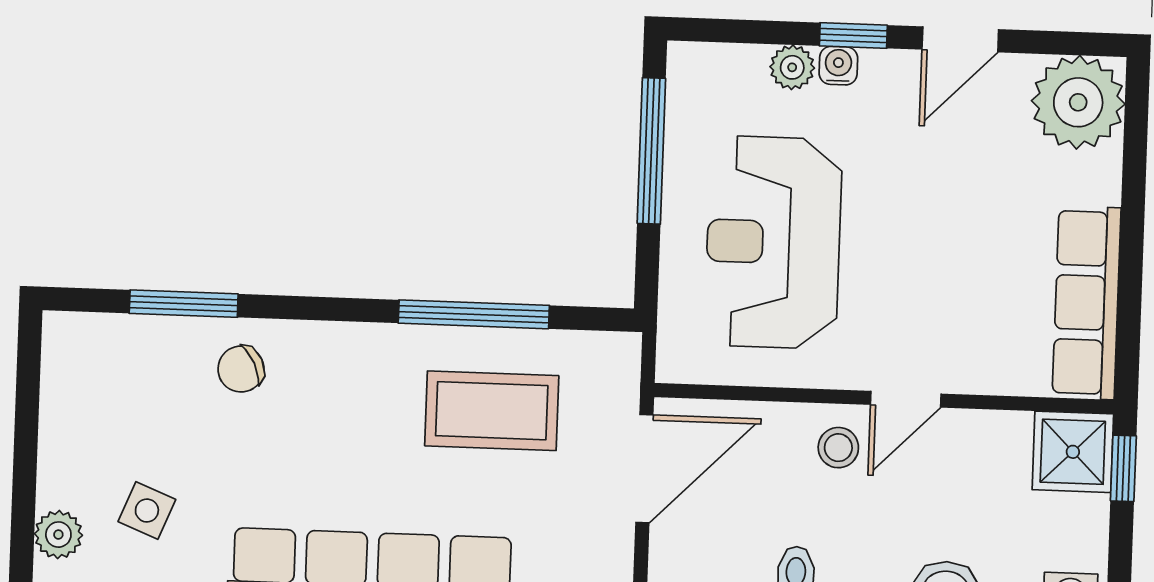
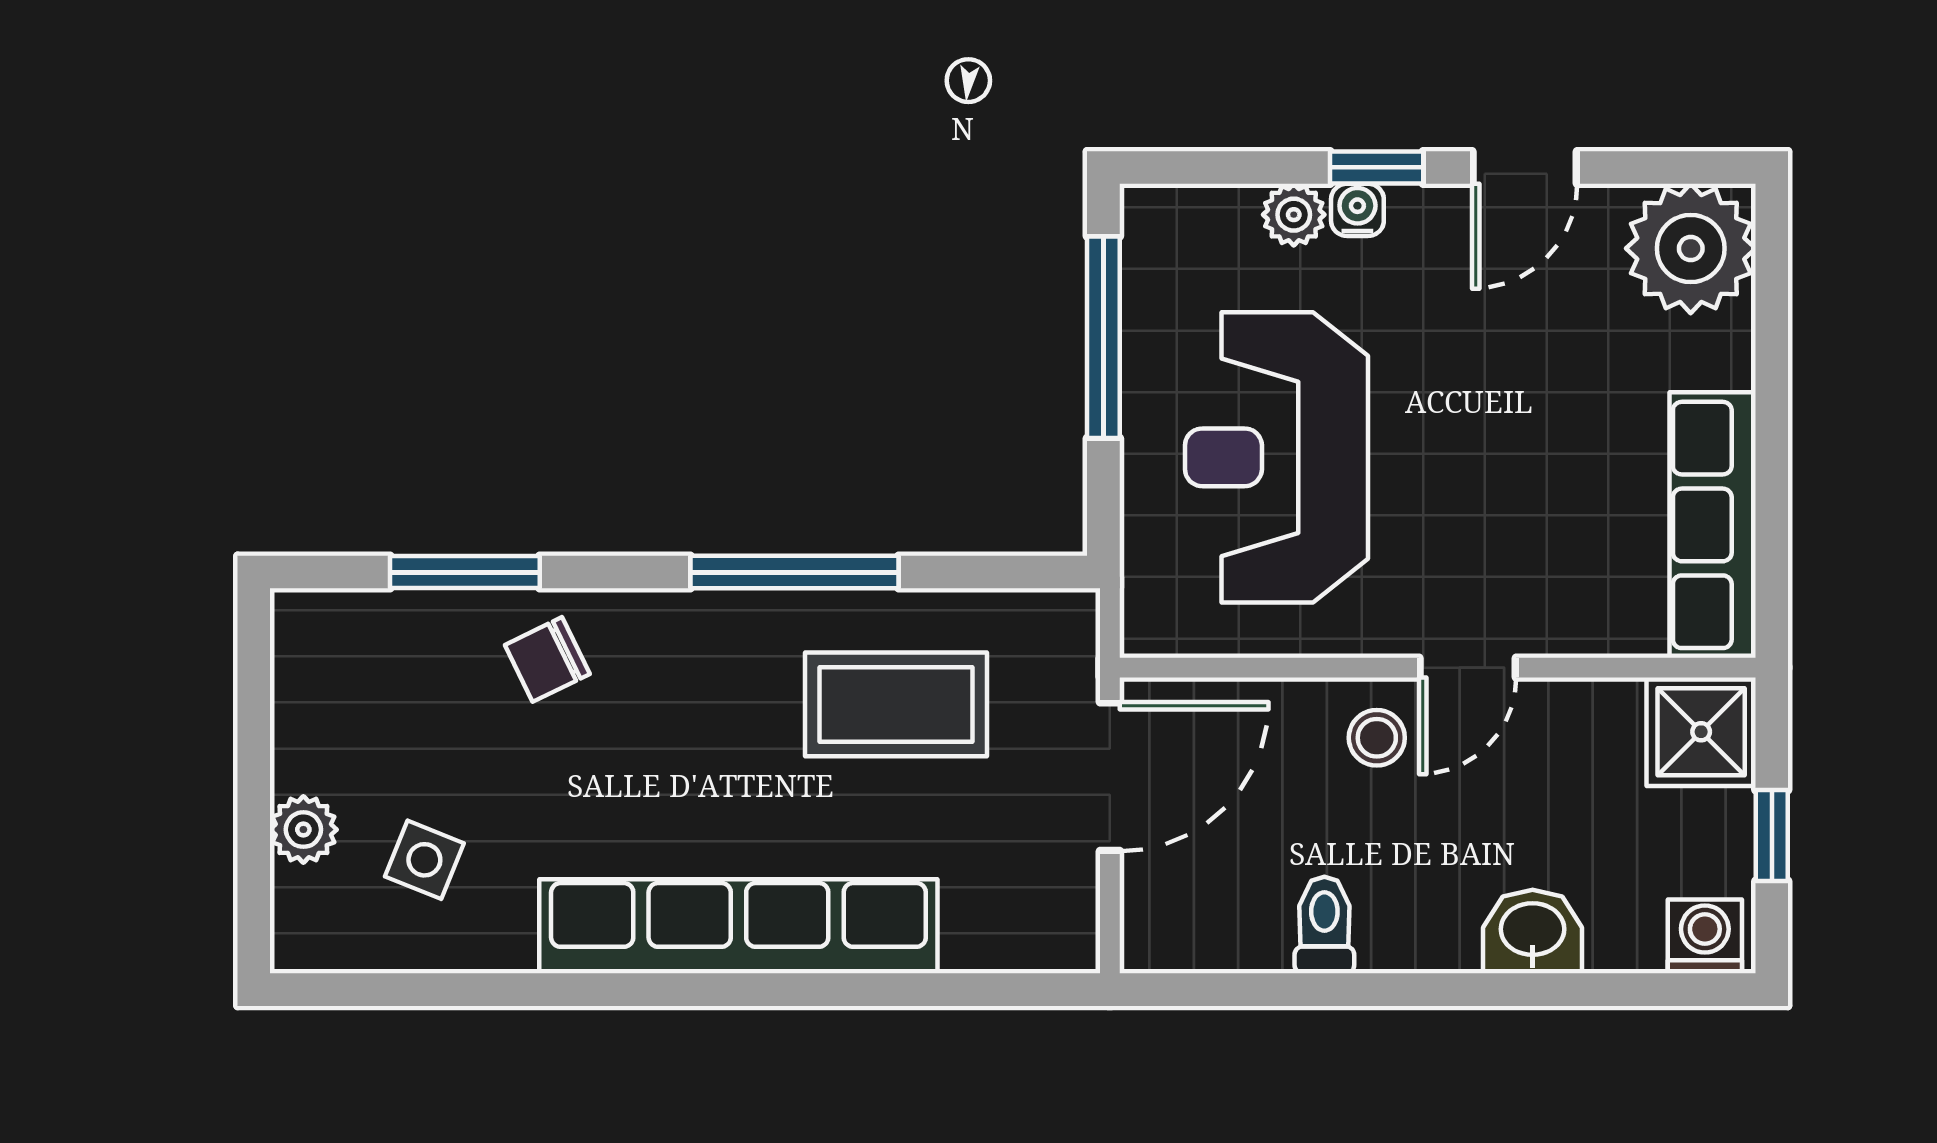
window: (474, 314) -> (795, 572), moved
window: (1123, 468) -> (1772, 836), moved
plant: (58, 535) -> (303, 830), moved

